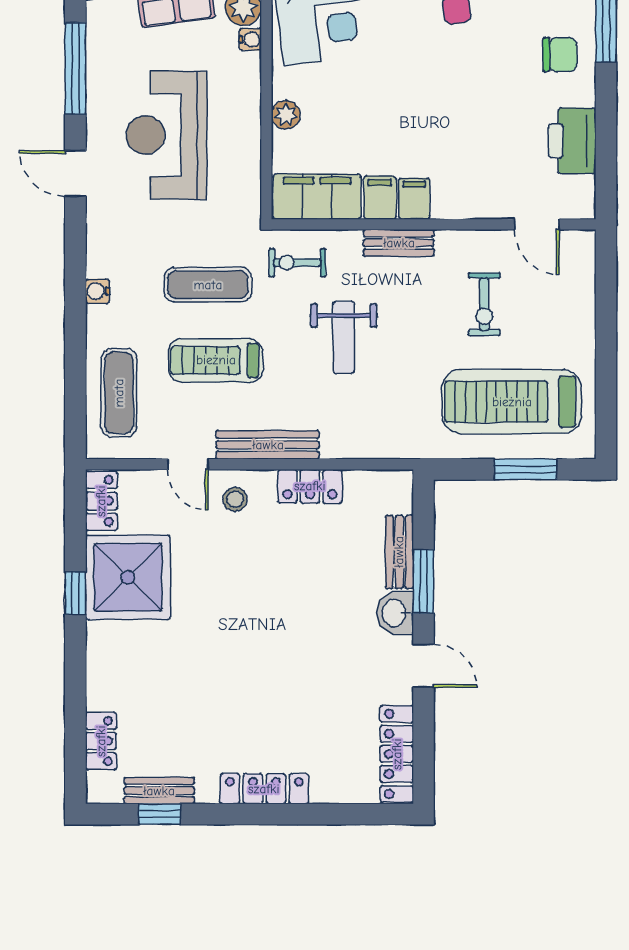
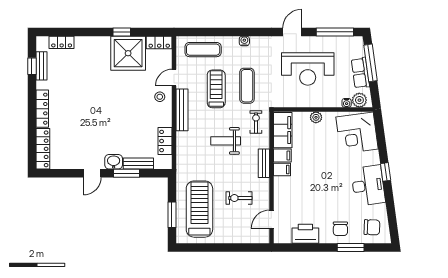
reception desk: (167, 135) -> (308, 69), turned 180
locker: (310, 486) -> (165, 141), moved
locker: (397, 754) -> (43, 149), moved, turned 90

